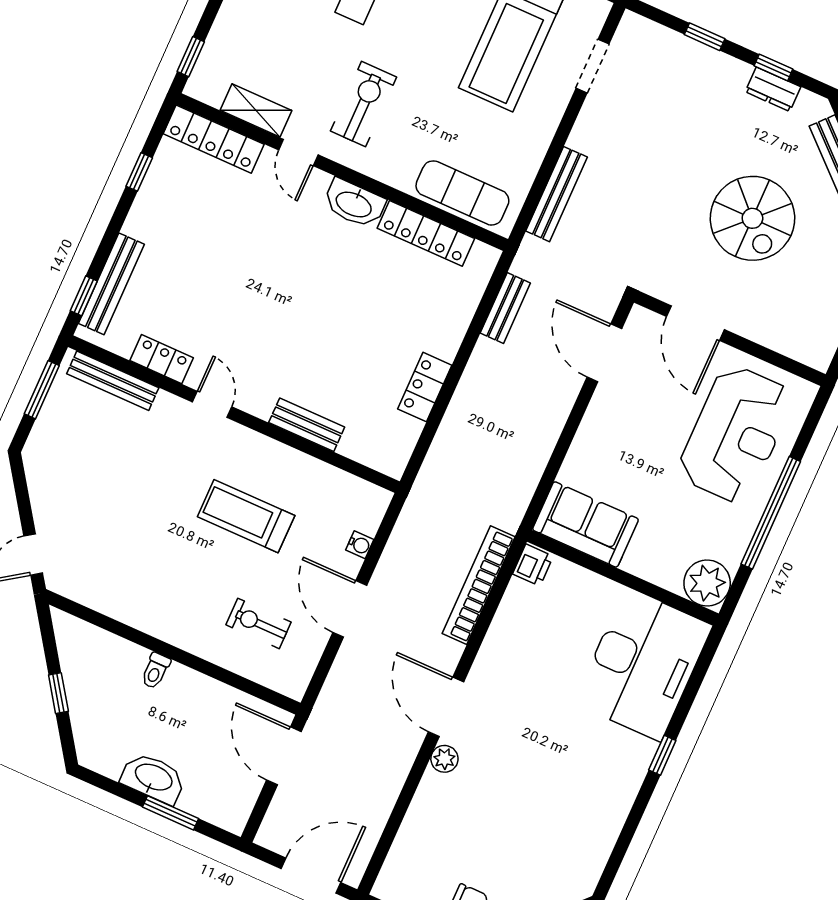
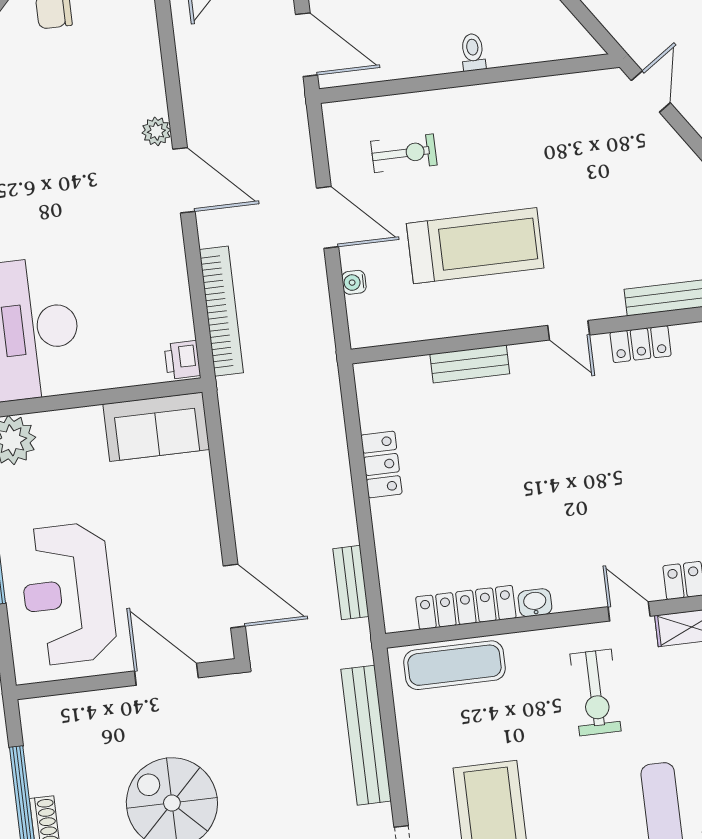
bench: (557, 194) -> (366, 735), width x1.37, depth x1.21
washbasin: (354, 204) -> (535, 603), width x0.52, depth x0.69
treadmill: (246, 516) -> (475, 246), width x1.37, depth x1.38

